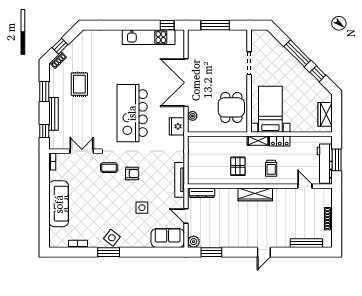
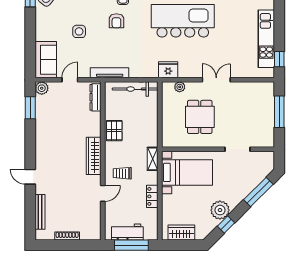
window: (297, 53) -> (258, 192), moved
plant: (305, 79) -> (220, 210), added
double door: (186, 83) -> (216, 80), width x0.54
dining table: (231, 107) -> (200, 117), moved, turned 90
locker: (280, 141) -> (152, 196), moved
bicycle: (194, 157) -> (135, 89), added
window: (337, 160) -> (131, 245), width x1.44
workbench: (325, 164) -> (127, 232), width x0.73
pallet: (238, 166) -> (114, 131), moved, turned 90
door: (305, 186) -> (103, 193), moved
door: (264, 252) -> (30, 177), moved

